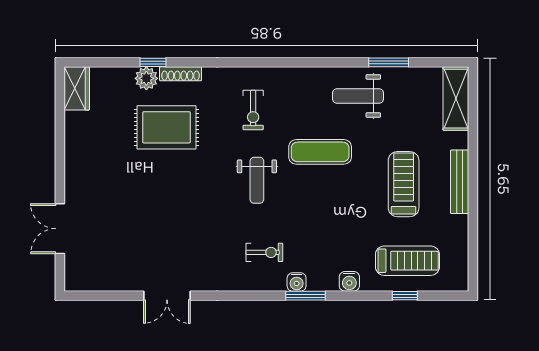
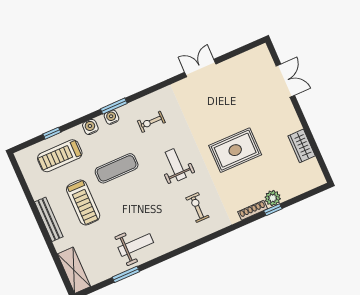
wardrobe: (77, 88) -> (302, 146), moved
rug: (166, 127) -> (235, 150), moved
exercise mat: (320, 152) -> (117, 168), moved
water cooler: (297, 282) -> (112, 117), moved

